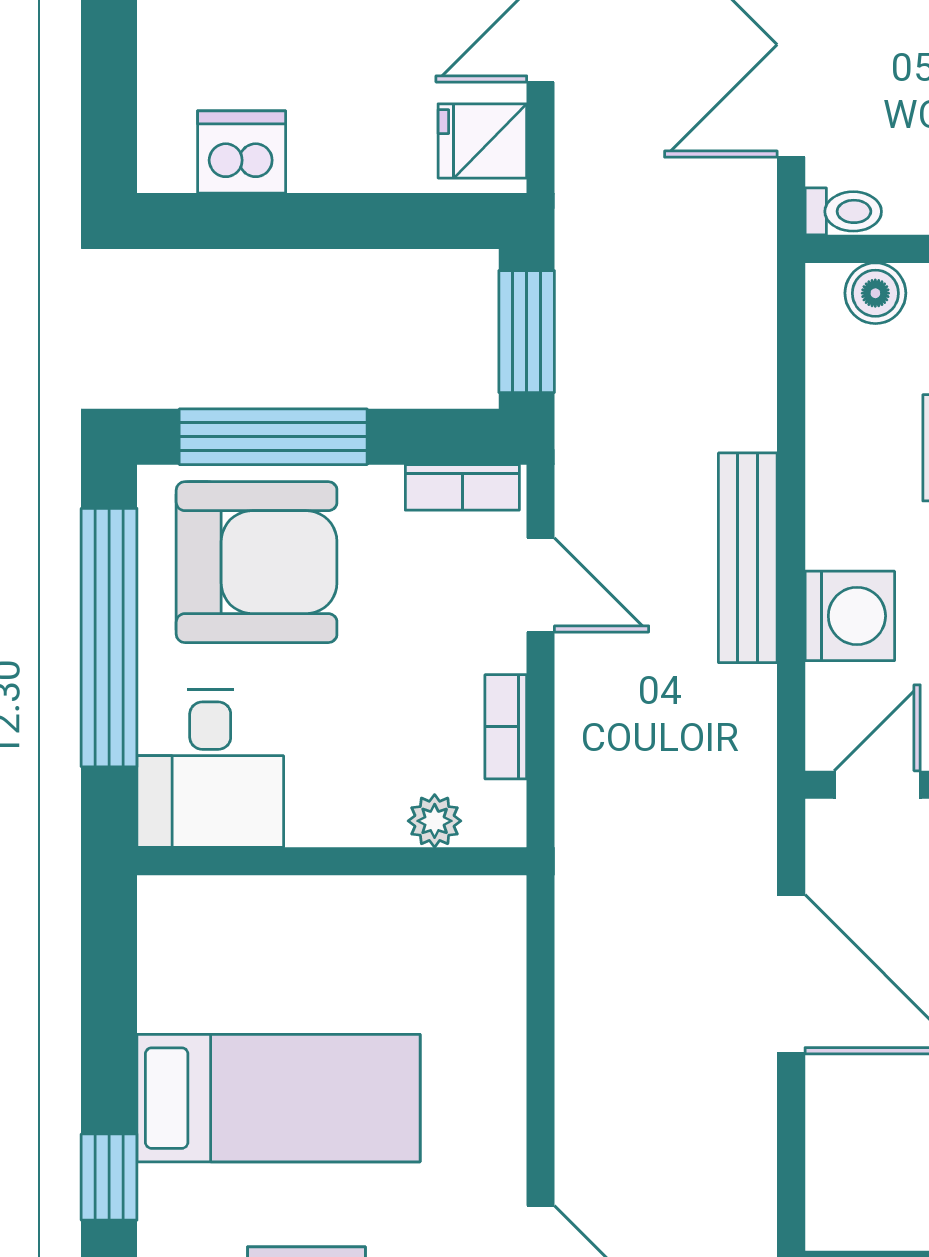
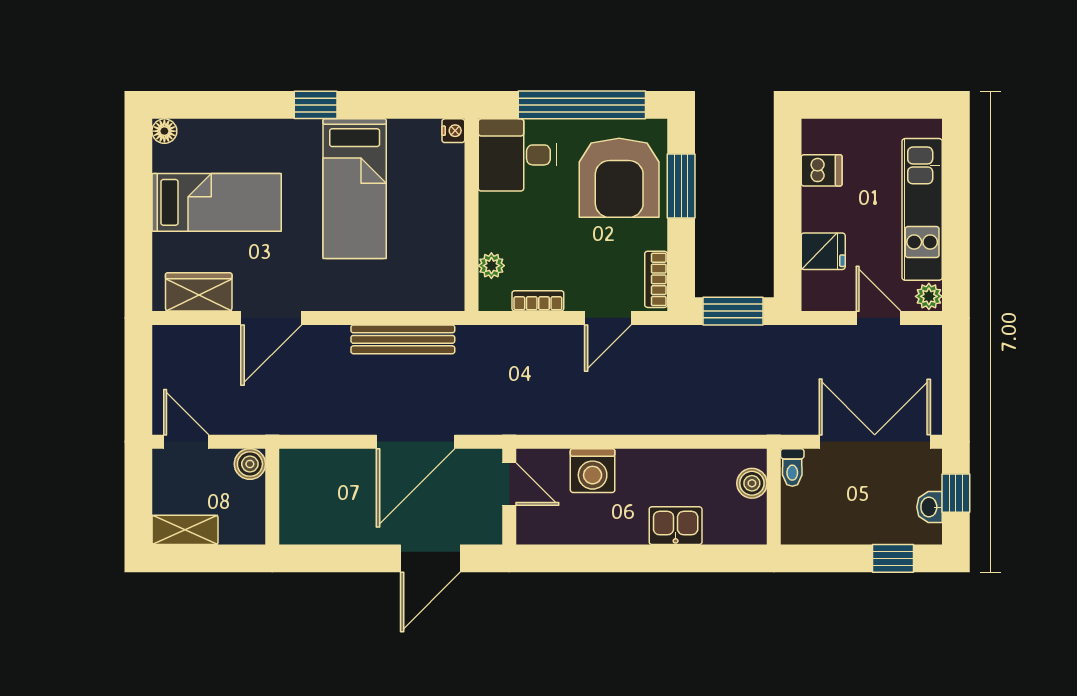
fridge: (482, 141) -> (823, 251), moved, turned 90
dishwasher: (242, 152) -> (822, 170), width x0.73
window: (273, 437) -> (681, 186), width x0.69
bench: (748, 558) -> (403, 339), moved
nightstand: (161, 898) -> (453, 131), added

